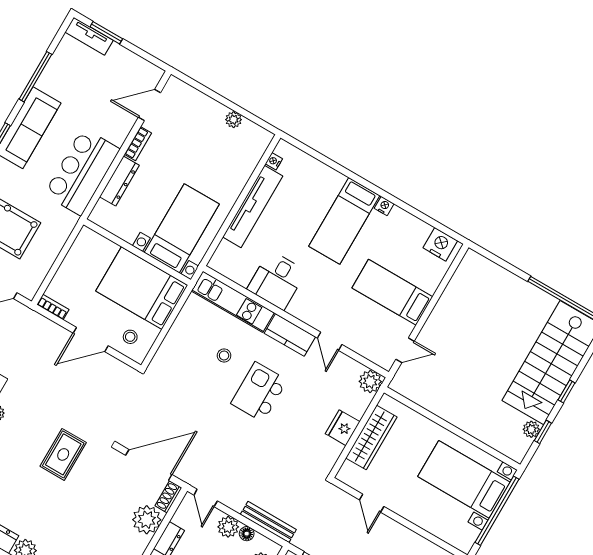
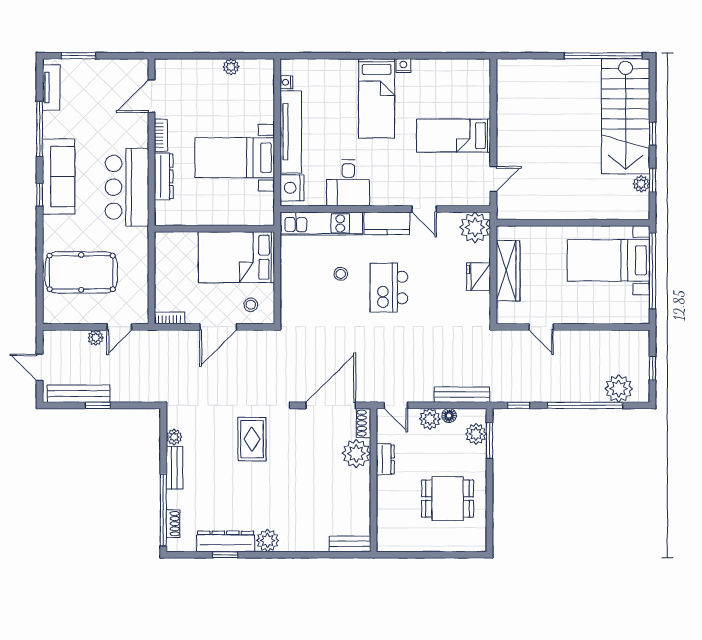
tv unit: (89, 36) -> (51, 87), moved, turned -90
bed with nightstands: (182, 228) -> (235, 158), moved, turned -90
nightstand: (440, 244) -> (292, 188), moved, turned -90
plant: (370, 382) -> (475, 227), width x1.36, depth x1.36

